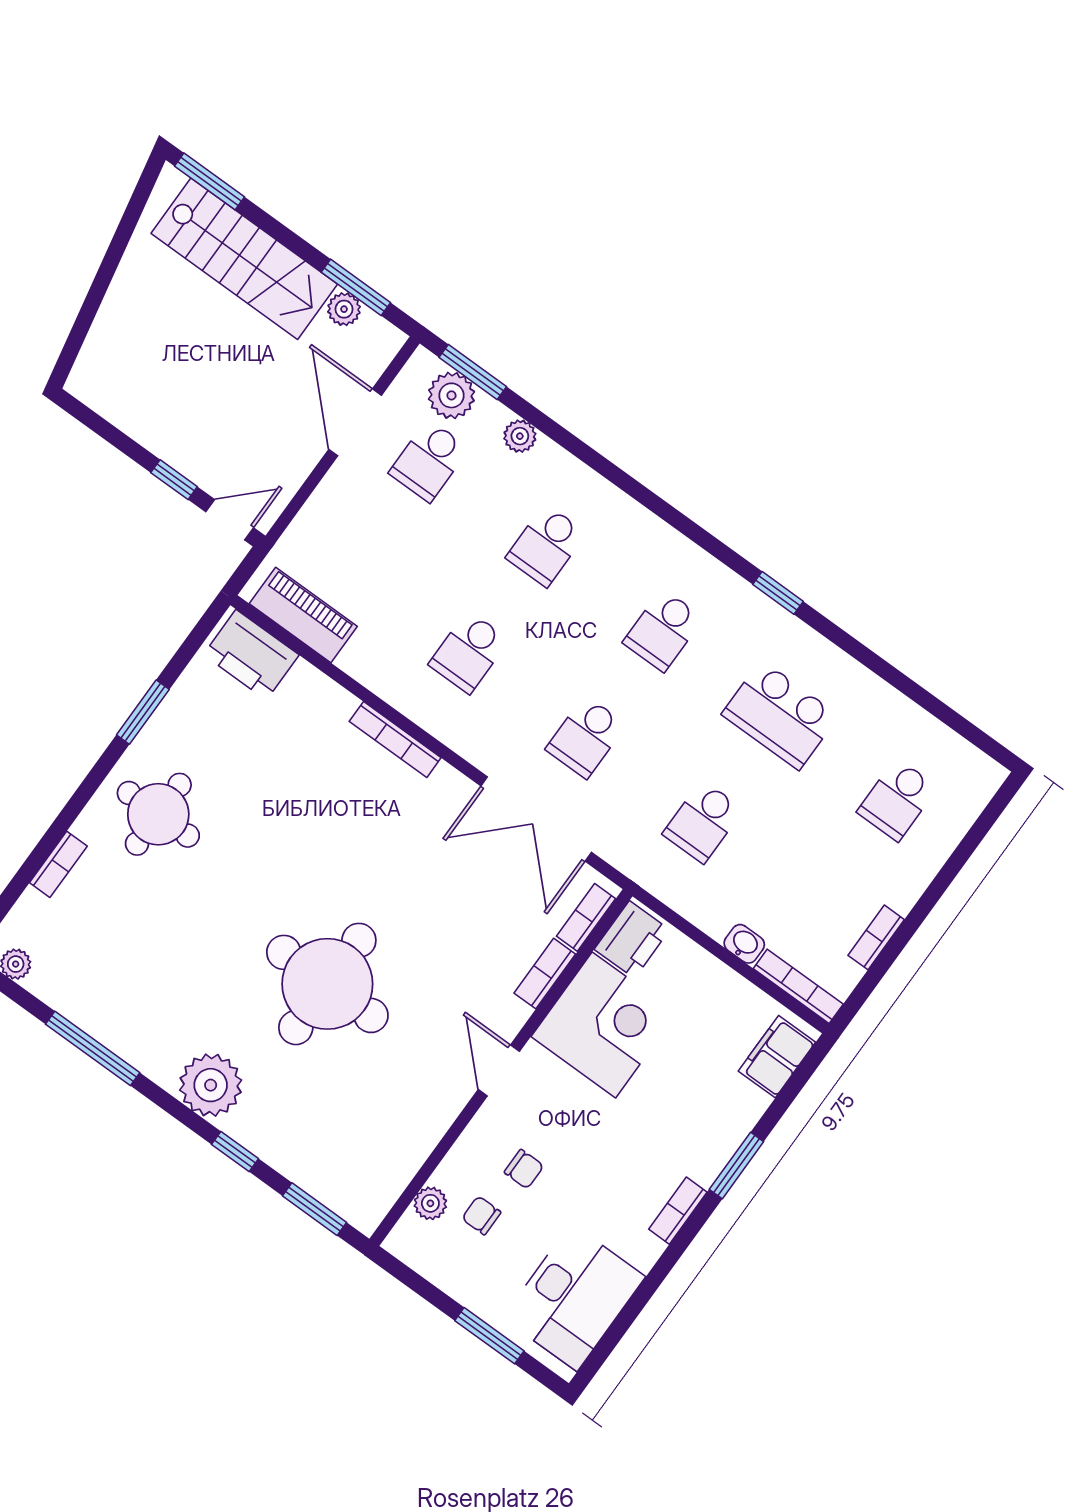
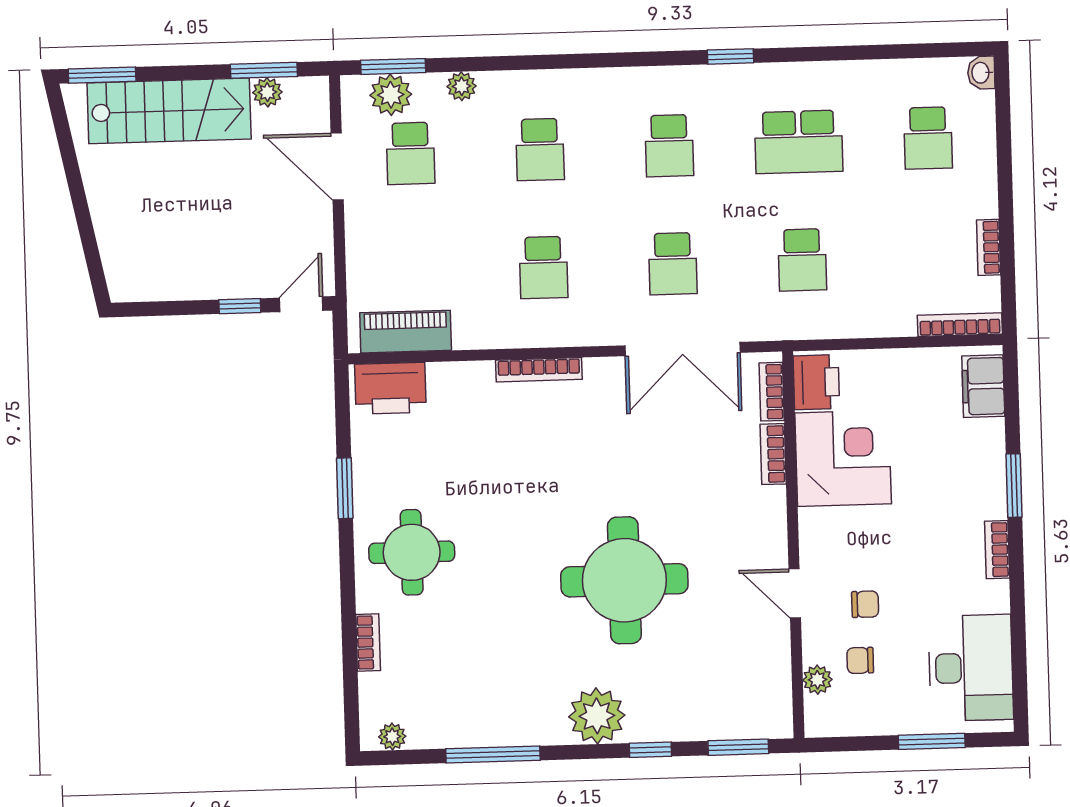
washbasin: (744, 944) -> (981, 73), moved, turned -90
door: (499, 1070) -> (795, 593), moved

